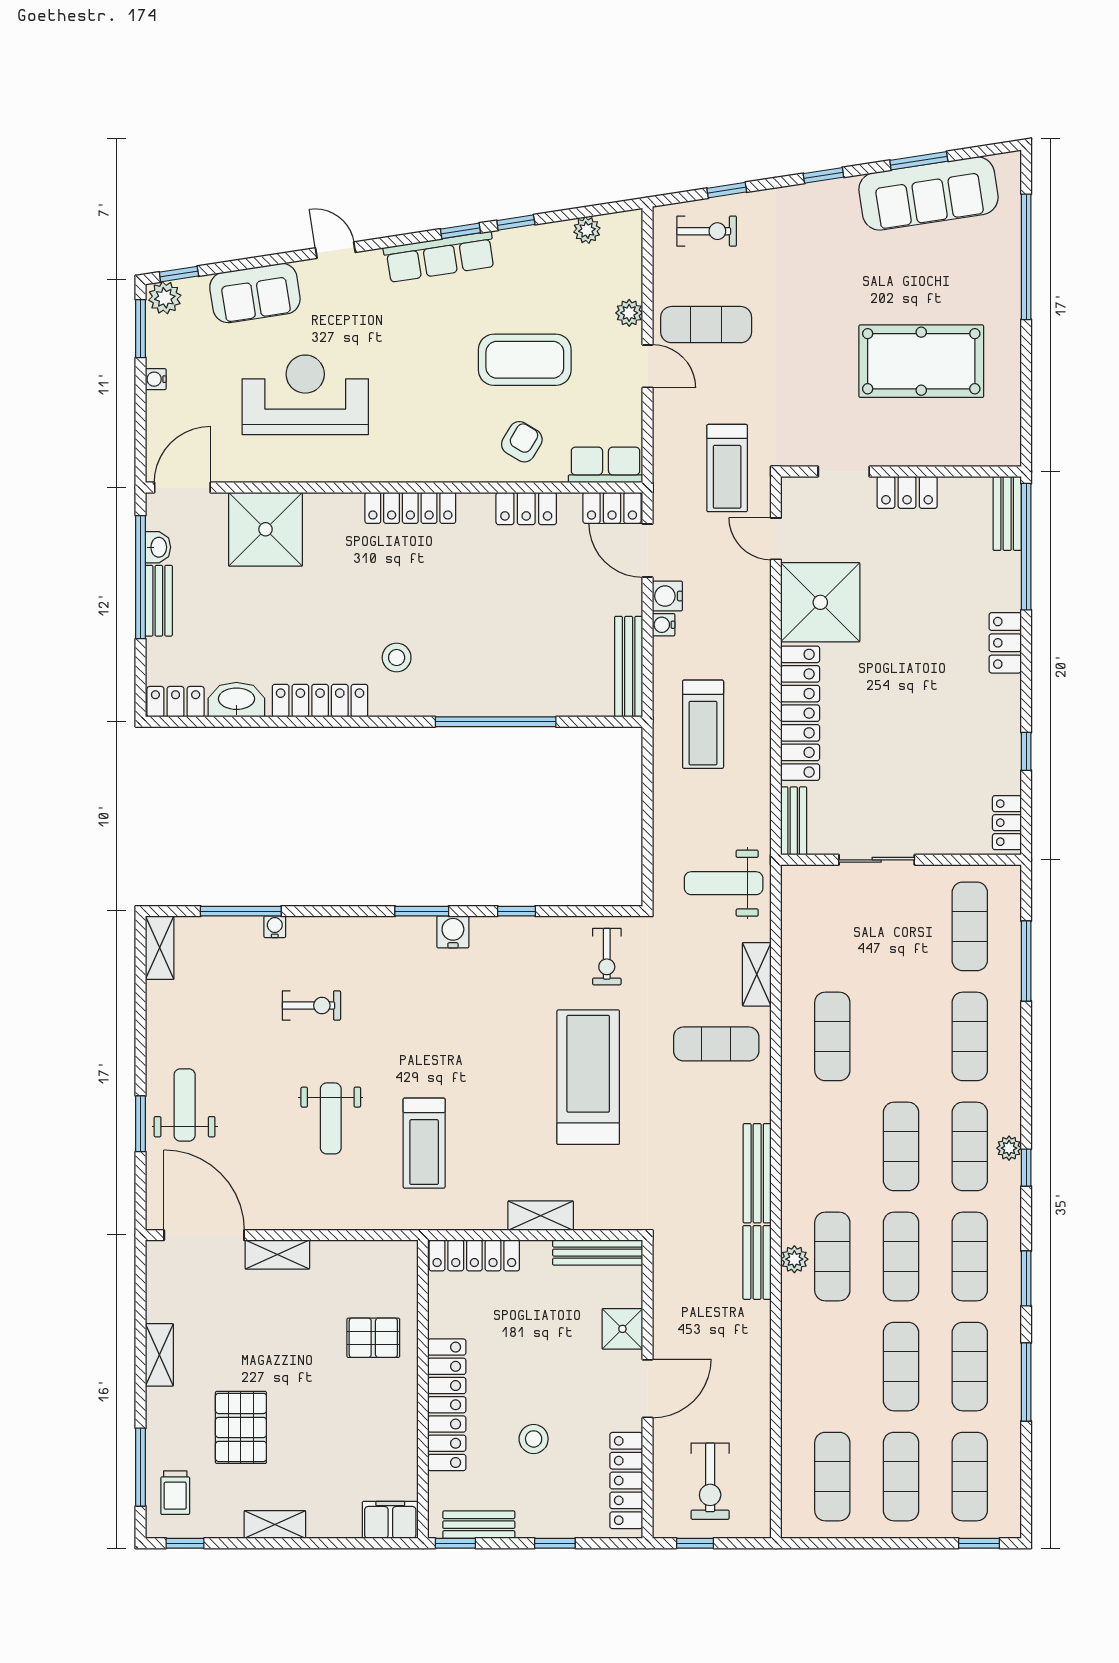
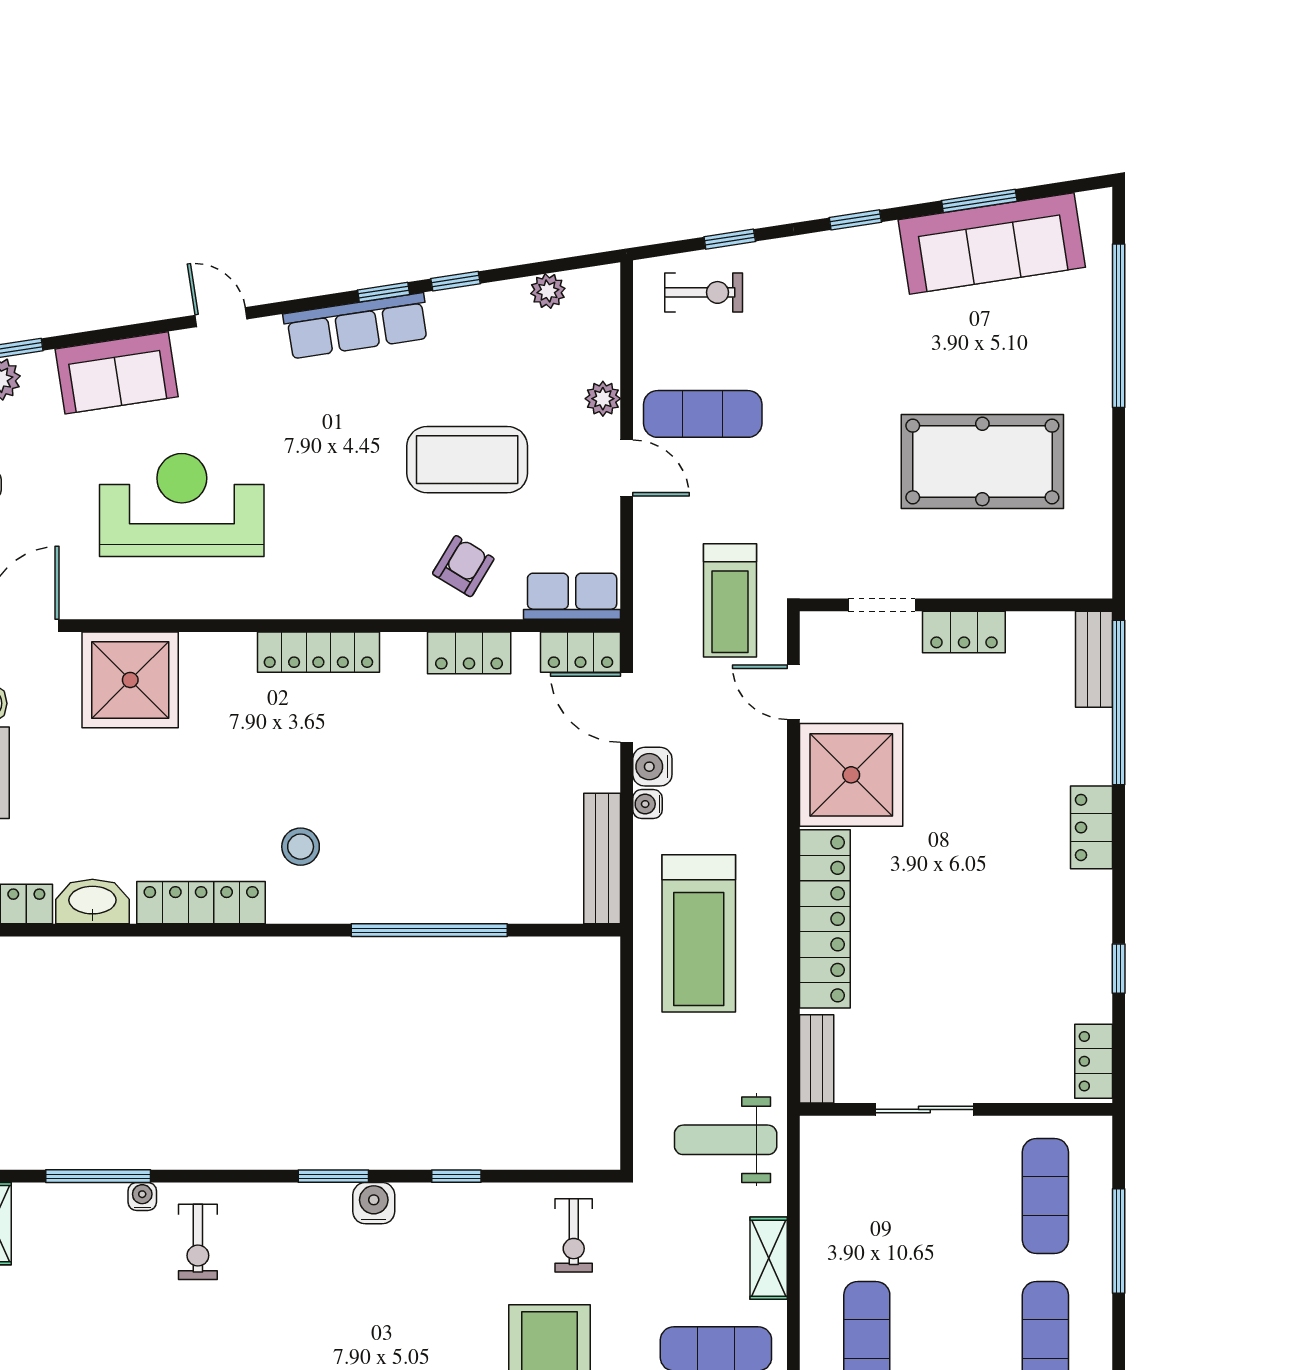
treadmill: (703, 724) -> (699, 933), width x1.37, depth x1.37
exercise bike: (311, 1005) -> (198, 1242), moved, turned 90

